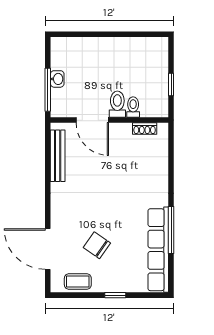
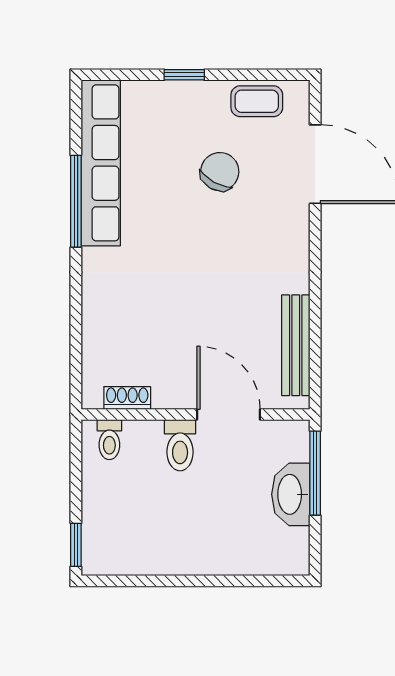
washbasin: (57, 79) -> (291, 494), width x1.91, depth x1.45
window: (171, 84) -> (76, 545), moved
toilet: (133, 107) -> (109, 440), moved
chair: (97, 245) -> (220, 172), turned -96

